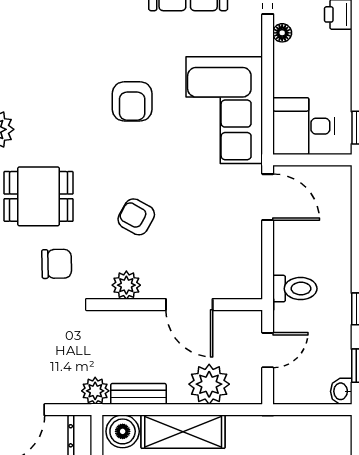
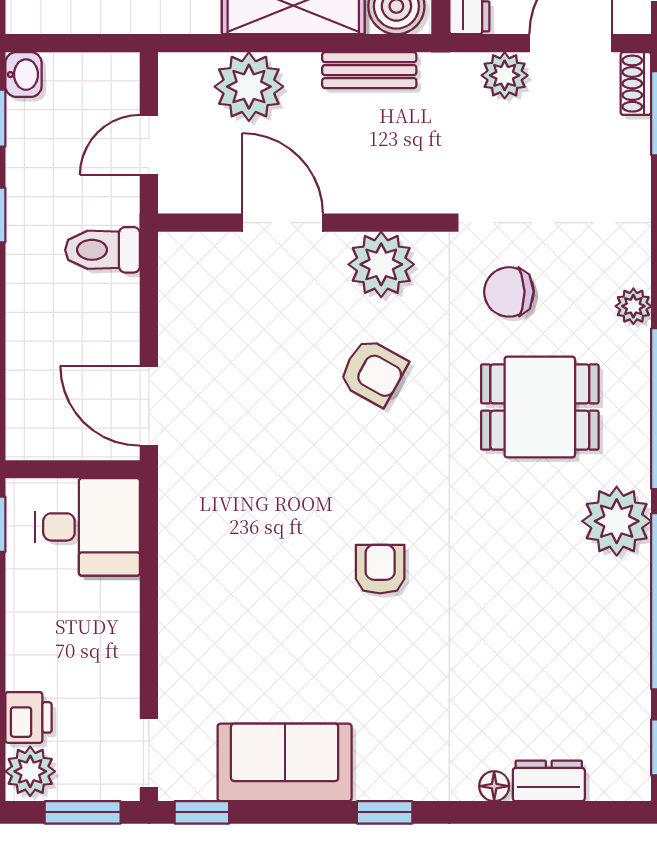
floor lamp: (282, 33) -> (124, 686), removed
armchair: (132, 101) -> (380, 569), width x0.72, depth x0.72
corner sofa: (224, 110) -> (223, 554), removed
plant: (126, 285) -> (381, 264), width x1.36, depth x1.36
plant: (95, 391) -> (505, 75), moved

